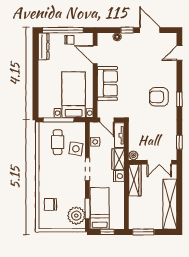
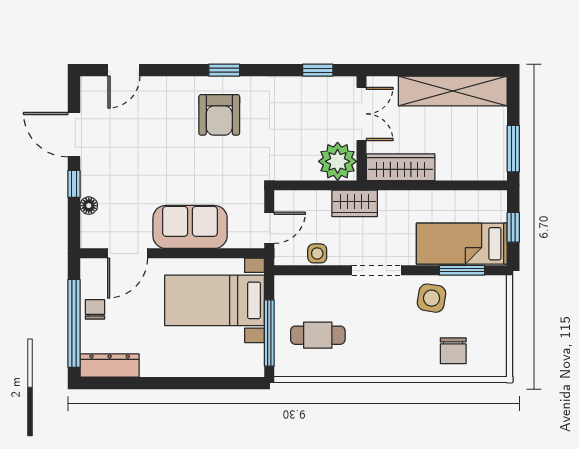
door: (150, 30) -> (74, 135), hinge flipped
door: (179, 53) -> (124, 70), hinge flipped
tv unit: (119, 135) -> (303, 201), removed
side table: (76, 149) -> (432, 298), moved
plant: (133, 155) -> (338, 161), width x1.87, depth x1.87
nightstand: (119, 176) -> (392, 202), removed
plant: (76, 216) -> (478, 294), removed

